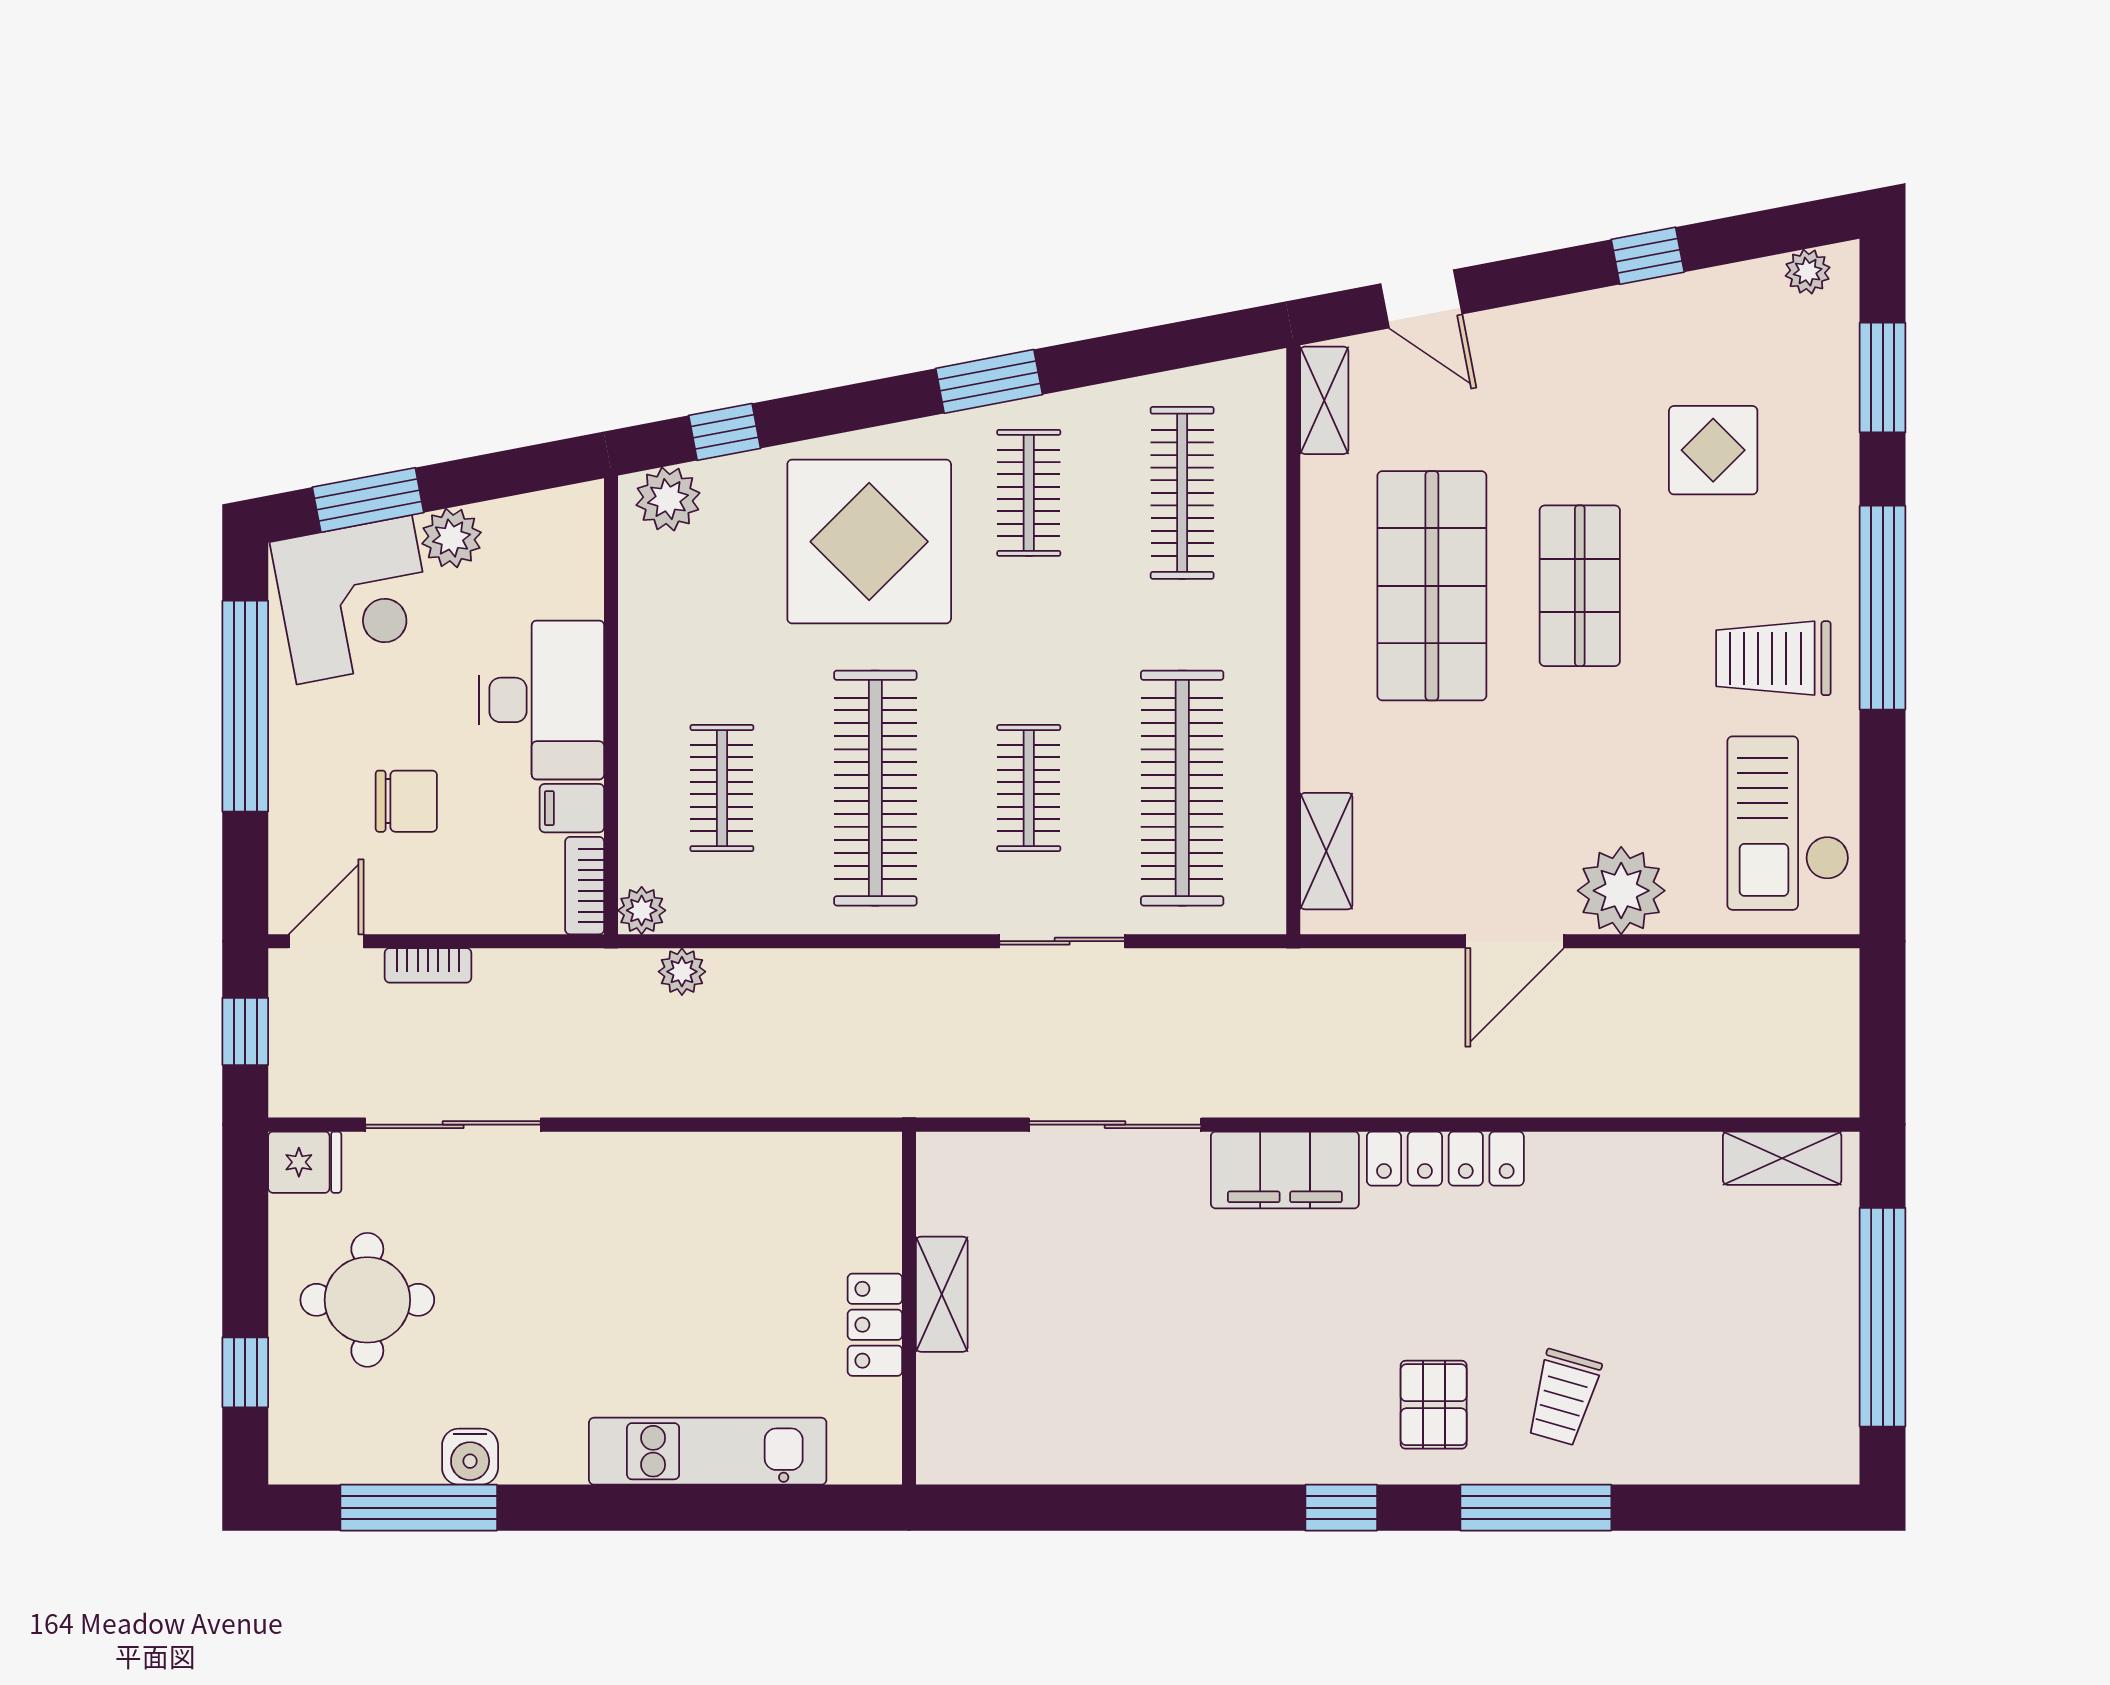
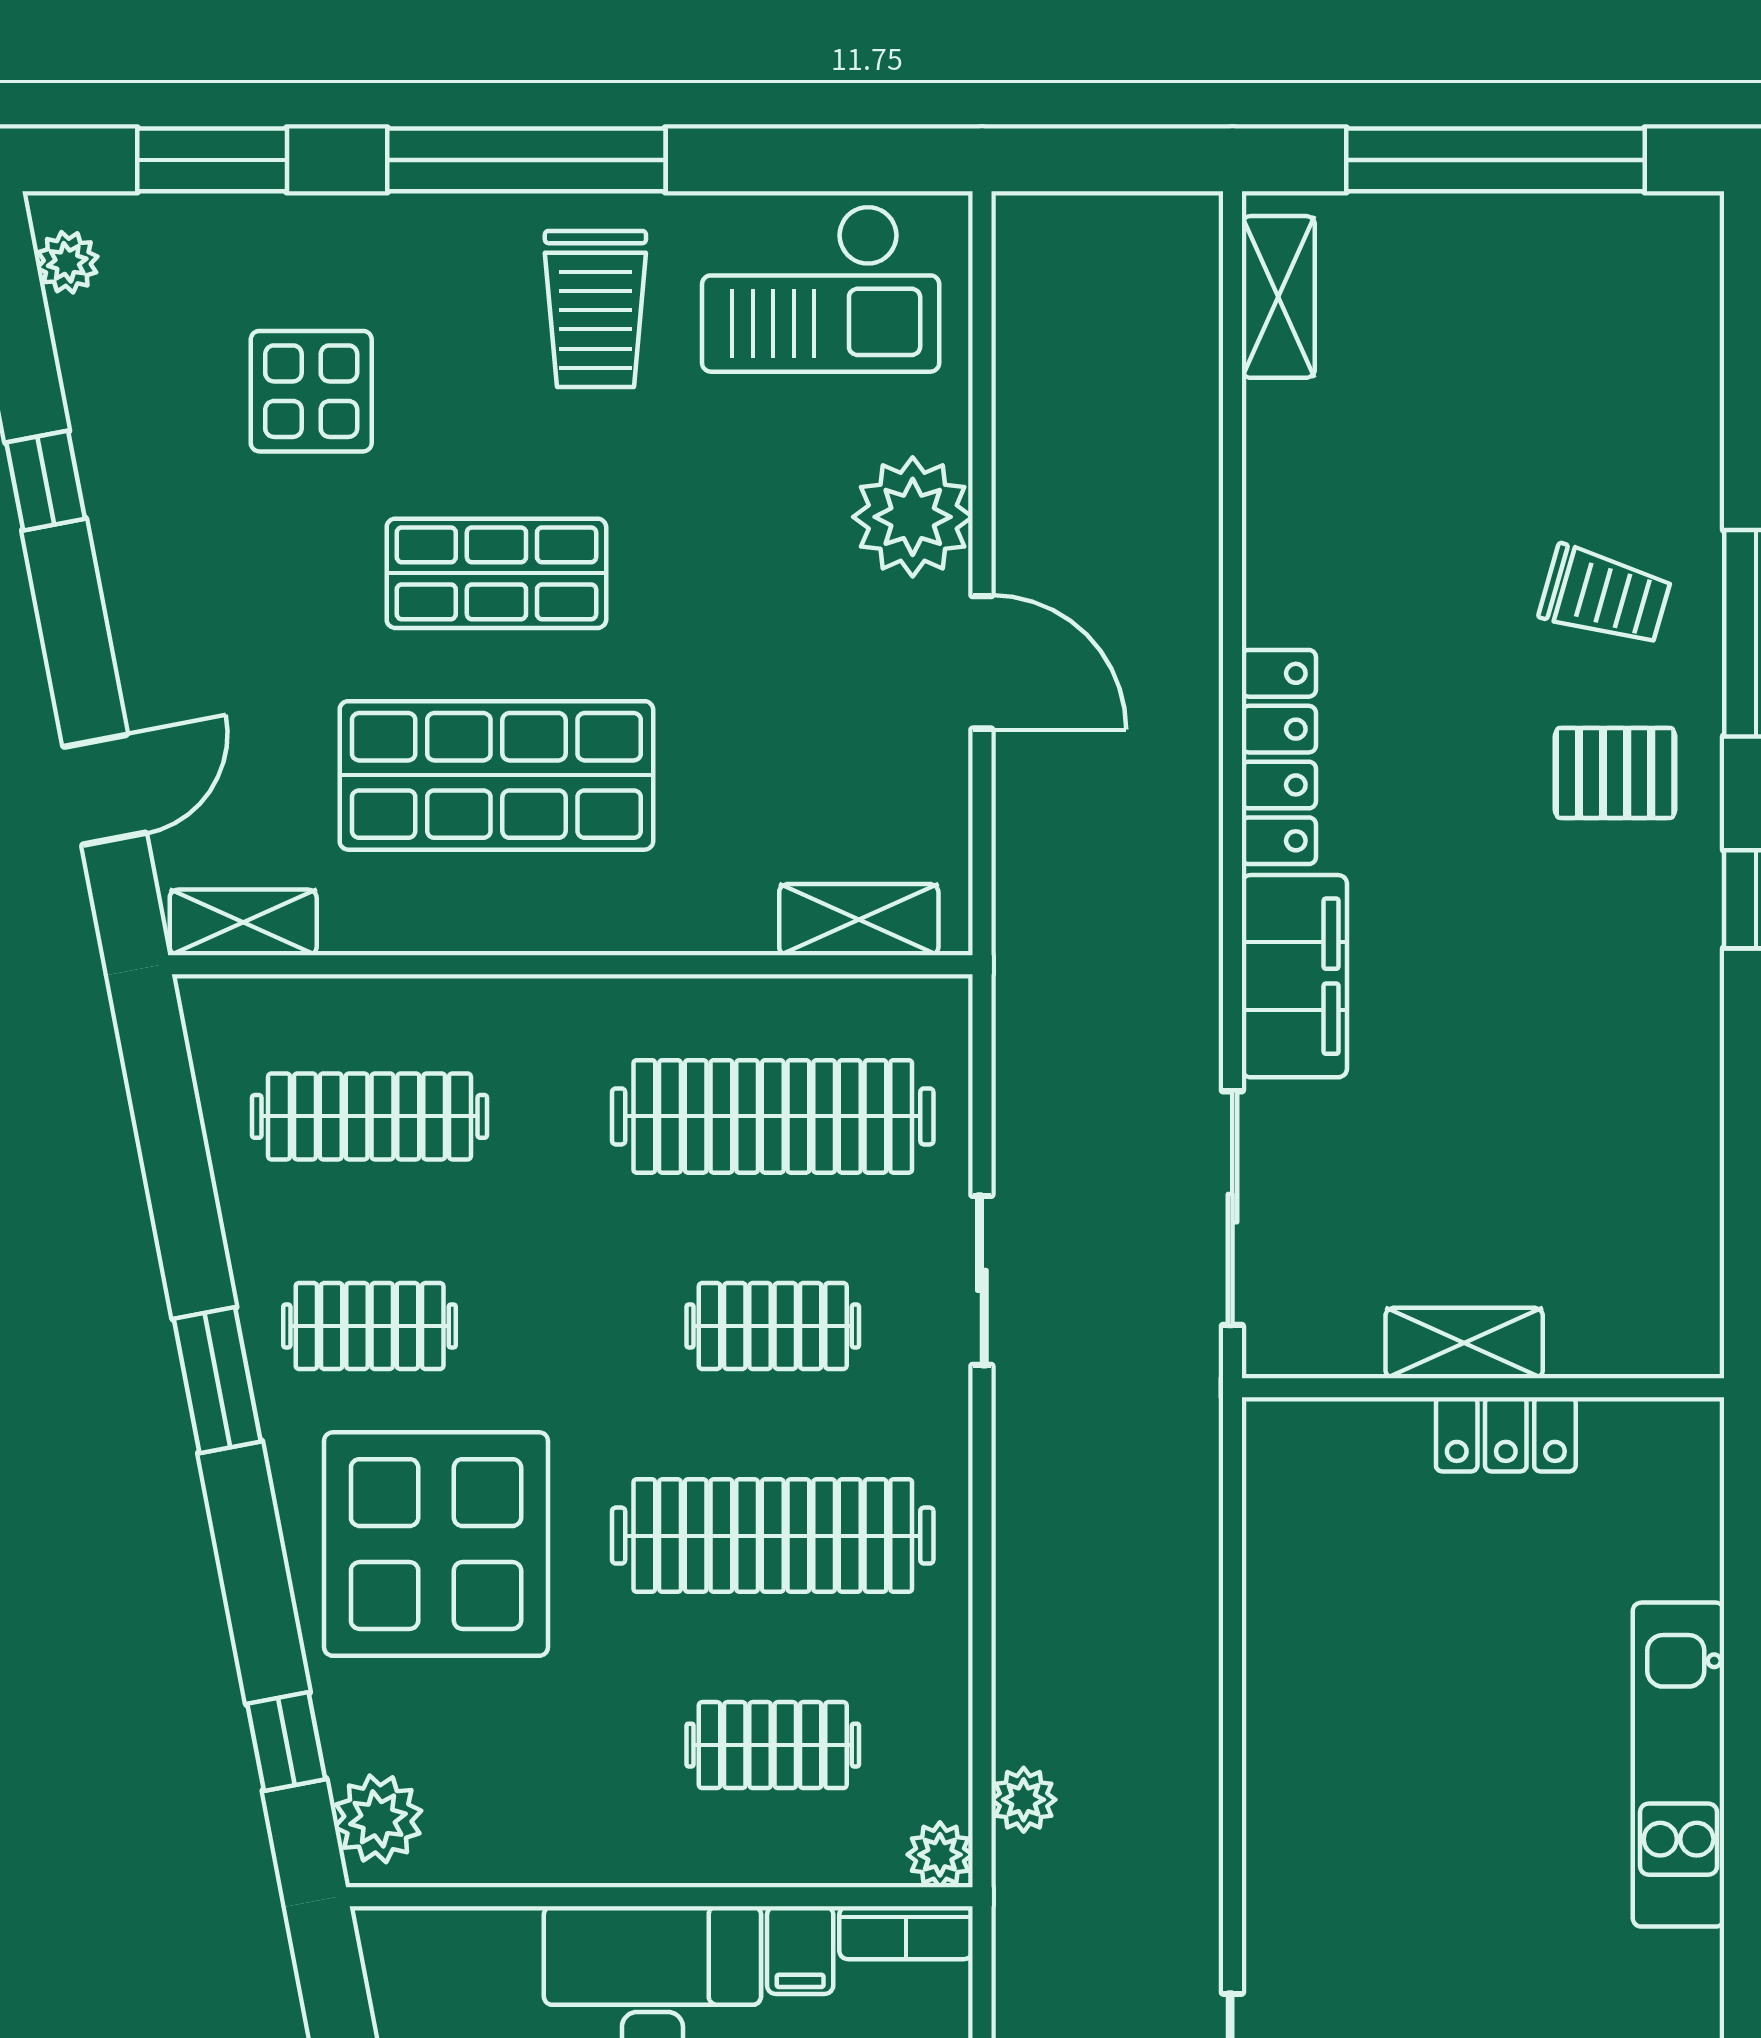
shelving: (942, 1294) -> (1464, 1343), moved
wall: (909, 1308) -> (1483, 1388), moved
locker: (875, 1325) -> (1506, 1434), moved

